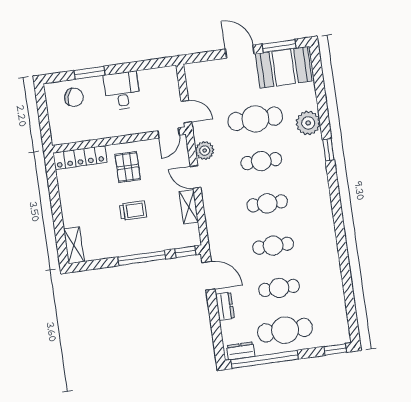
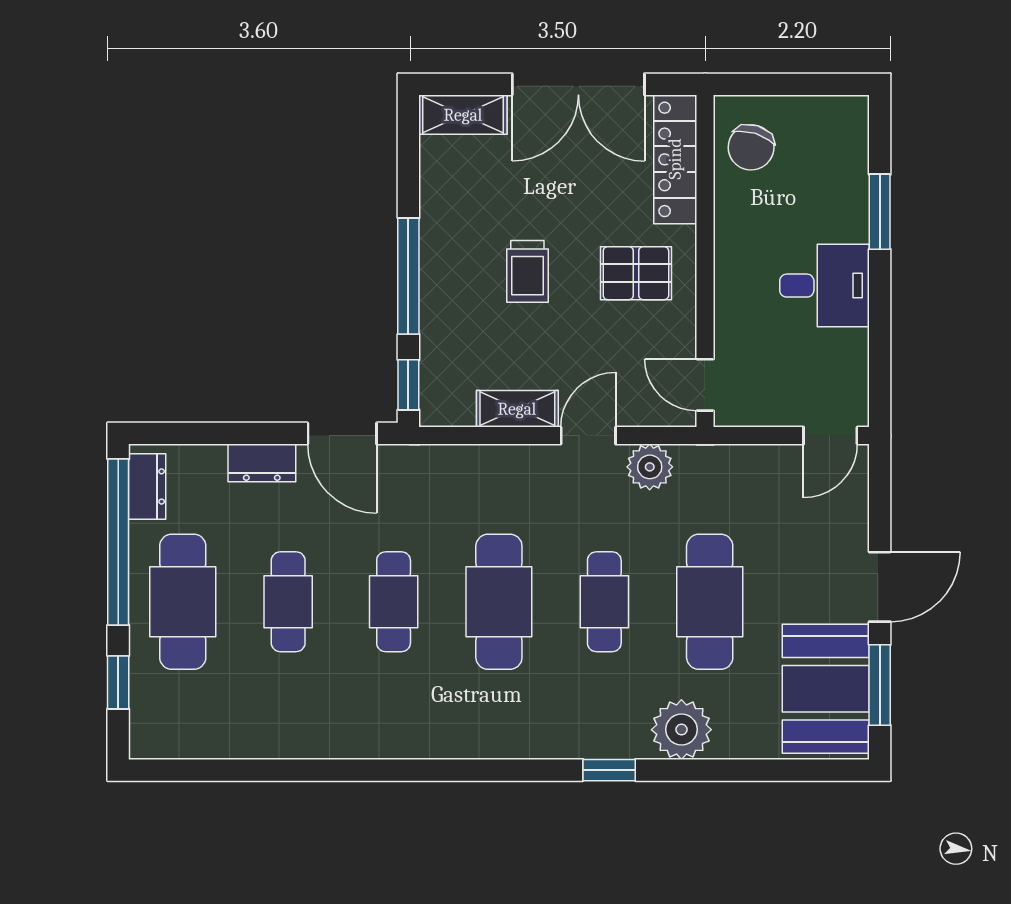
chair: (74, 97) -> (751, 147), moved
door: (186, 112) -> (830, 436), moved
double door: (55, 201) -> (578, 84), added
cafe table: (267, 203) -> (499, 602), width x1.37, depth x1.35
door: (209, 276) -> (342, 433), hinge flipped
window: (335, 349) -> (118, 682), moved

